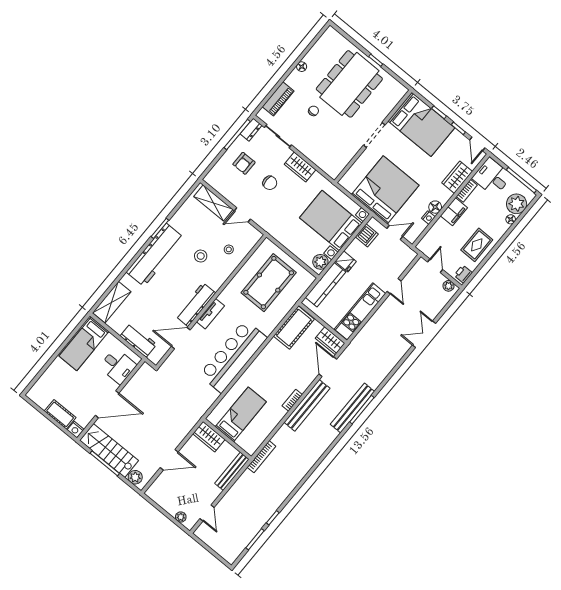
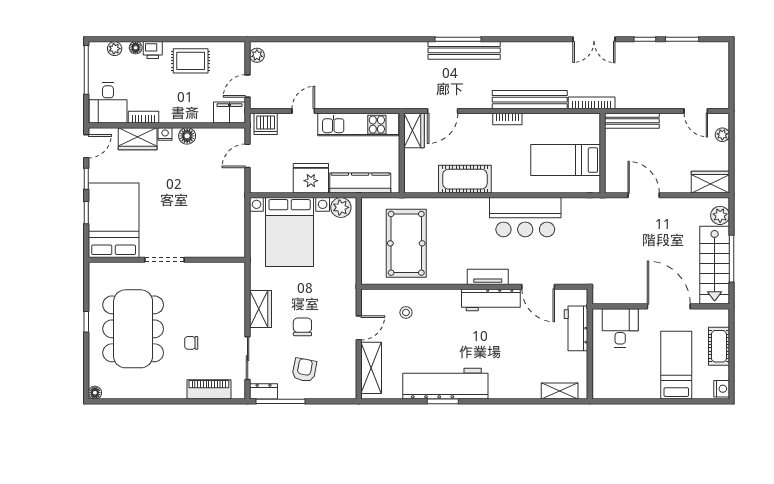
floor lamp: (302, 67) -> (95, 393), moved
dining table: (349, 84) -> (133, 329), turned 90
armchair: (244, 163) -> (304, 370), turned -79
bed: (385, 190) -> (212, 202), removed
plant: (517, 204) -> (115, 49), width x0.53, depth x0.53
filing cabinet: (454, 212) -> (229, 113), moved
door: (242, 215) -> (359, 328), hinge flipped
nightstand: (428, 218) -> (165, 134), moved
door: (395, 232) -> (248, 156), hinge flipped
dishwasher: (367, 235) -> (266, 124), moved, turned 180
workbench: (155, 255) -> (445, 384), moved
stool: (201, 256) -> (437, 336), removed
fridge: (346, 261) -> (311, 178), width x1.88, depth x1.34
printer: (463, 274) -> (153, 50), moved
pool table: (269, 283) -> (406, 243), turned 90
shelving: (112, 302) -> (560, 391), width x0.67, depth x0.75
cot: (294, 328) -> (465, 179), moved
double door: (424, 334) -> (594, 39), moved
bed: (84, 344) -> (676, 365), moved, turned -90
bar counter: (233, 356) -> (525, 217), width x0.73
bench: (307, 405) -> (530, 100), moved
nightstand: (76, 430) -> (722, 389), moved
wardrobe: (209, 437) -> (710, 182), moved, turned -90
door: (169, 460) -> (644, 195), moved
door: (207, 513) -> (696, 111), swing flipped

